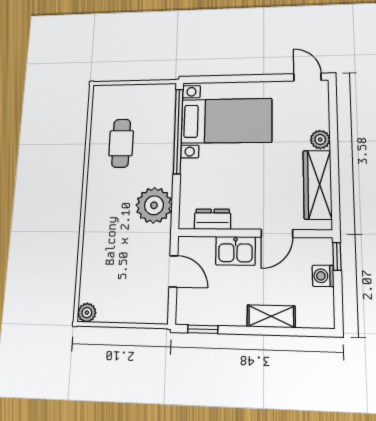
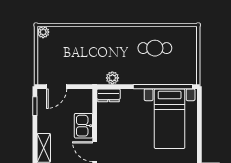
plant: (154, 205) -> (112, 78), width x0.53, depth x0.53
dresser: (213, 219) -> (109, 95), moved, turned 90
door: (173, 271) -> (57, 87), moved

